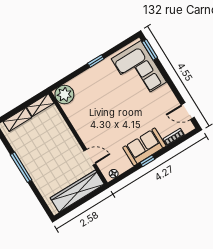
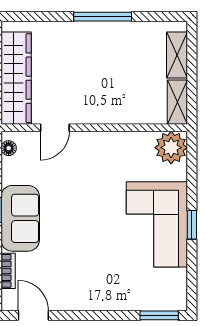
corner sofa: (139, 70) -> (157, 224), moved, turned -90
door: (188, 111) -> (33, 315), hinge flipped

